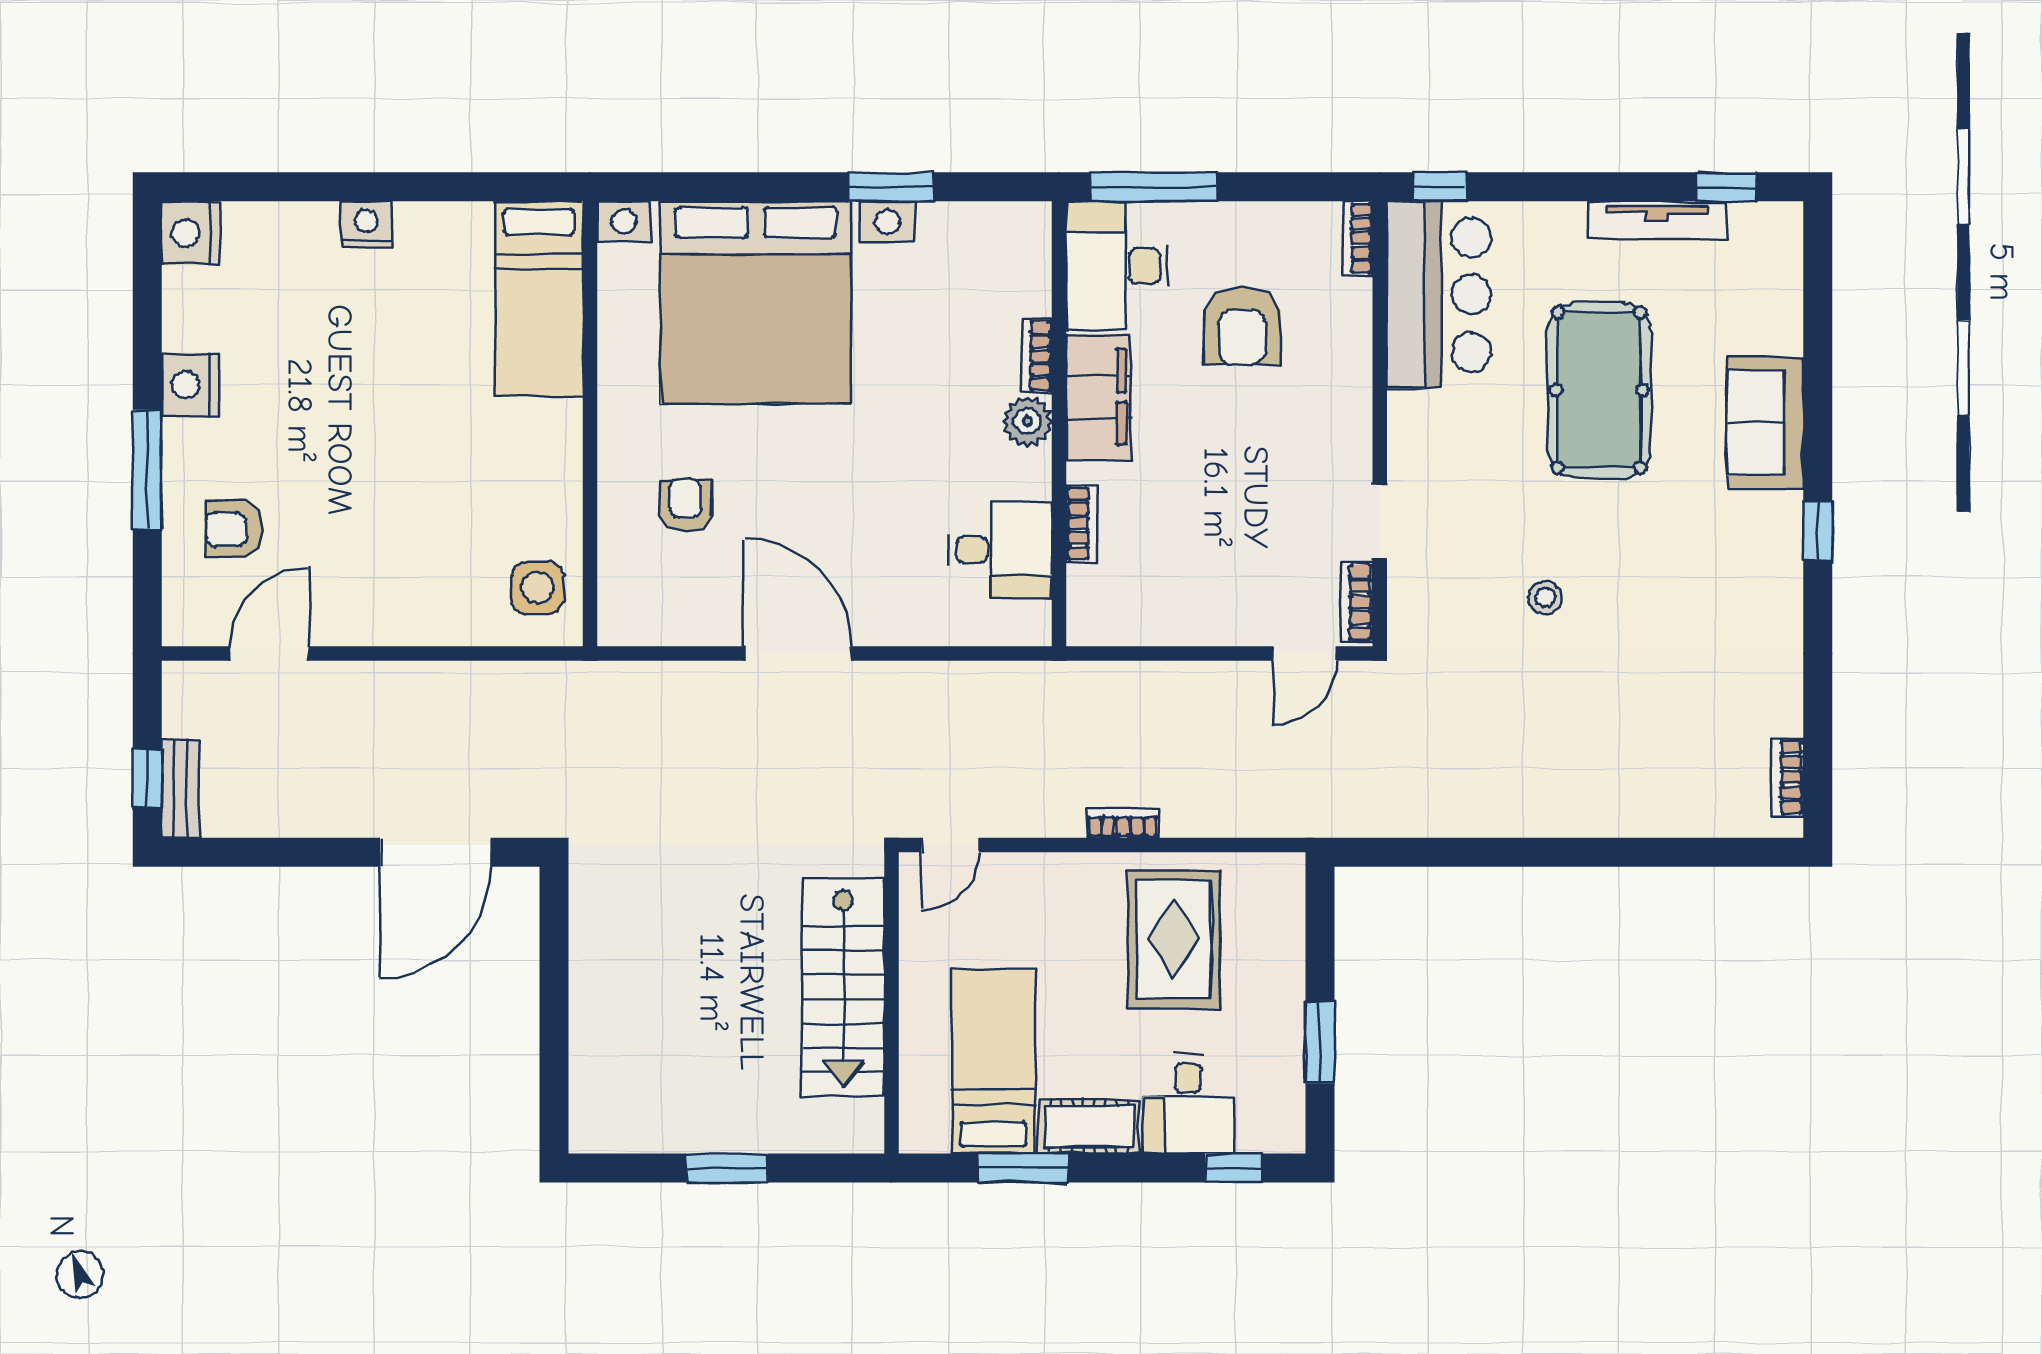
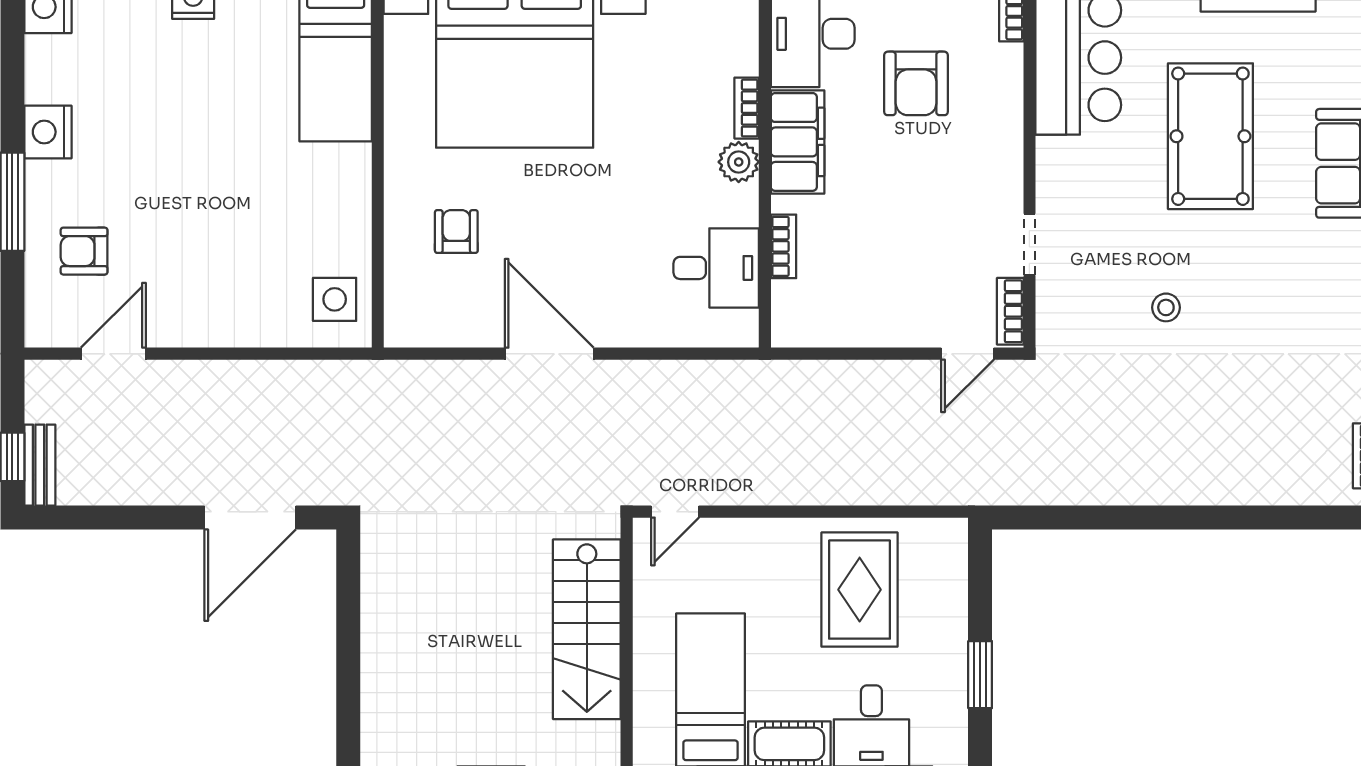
bookcase: (1123, 823) -> (817, 494), removed

